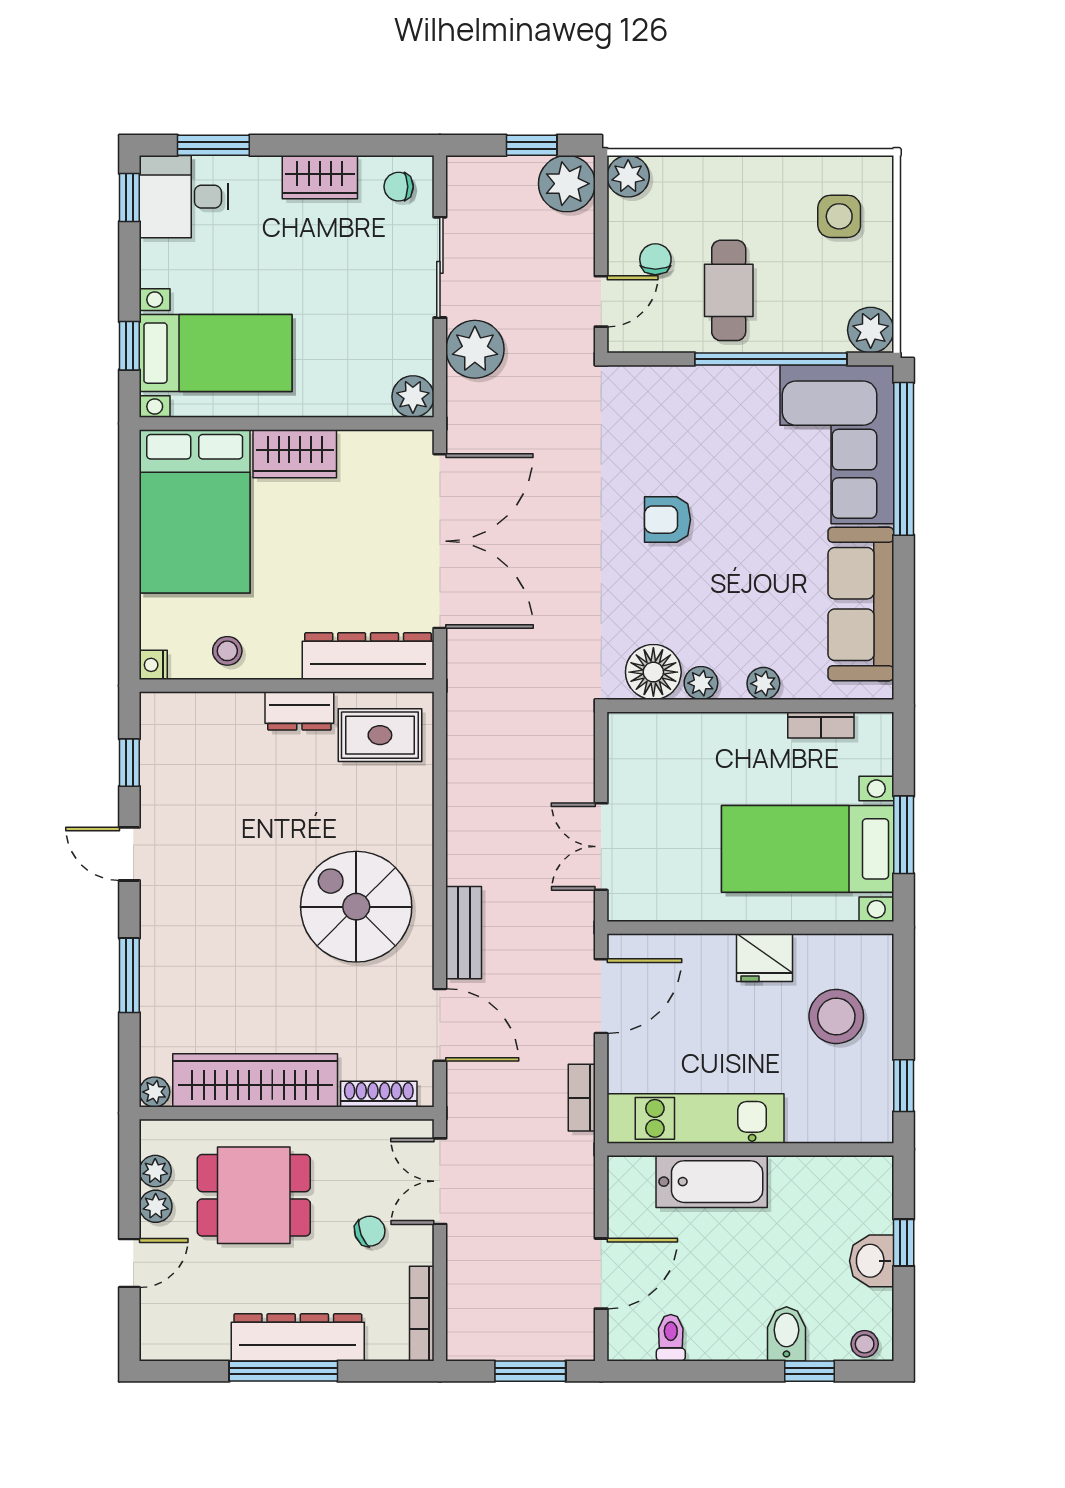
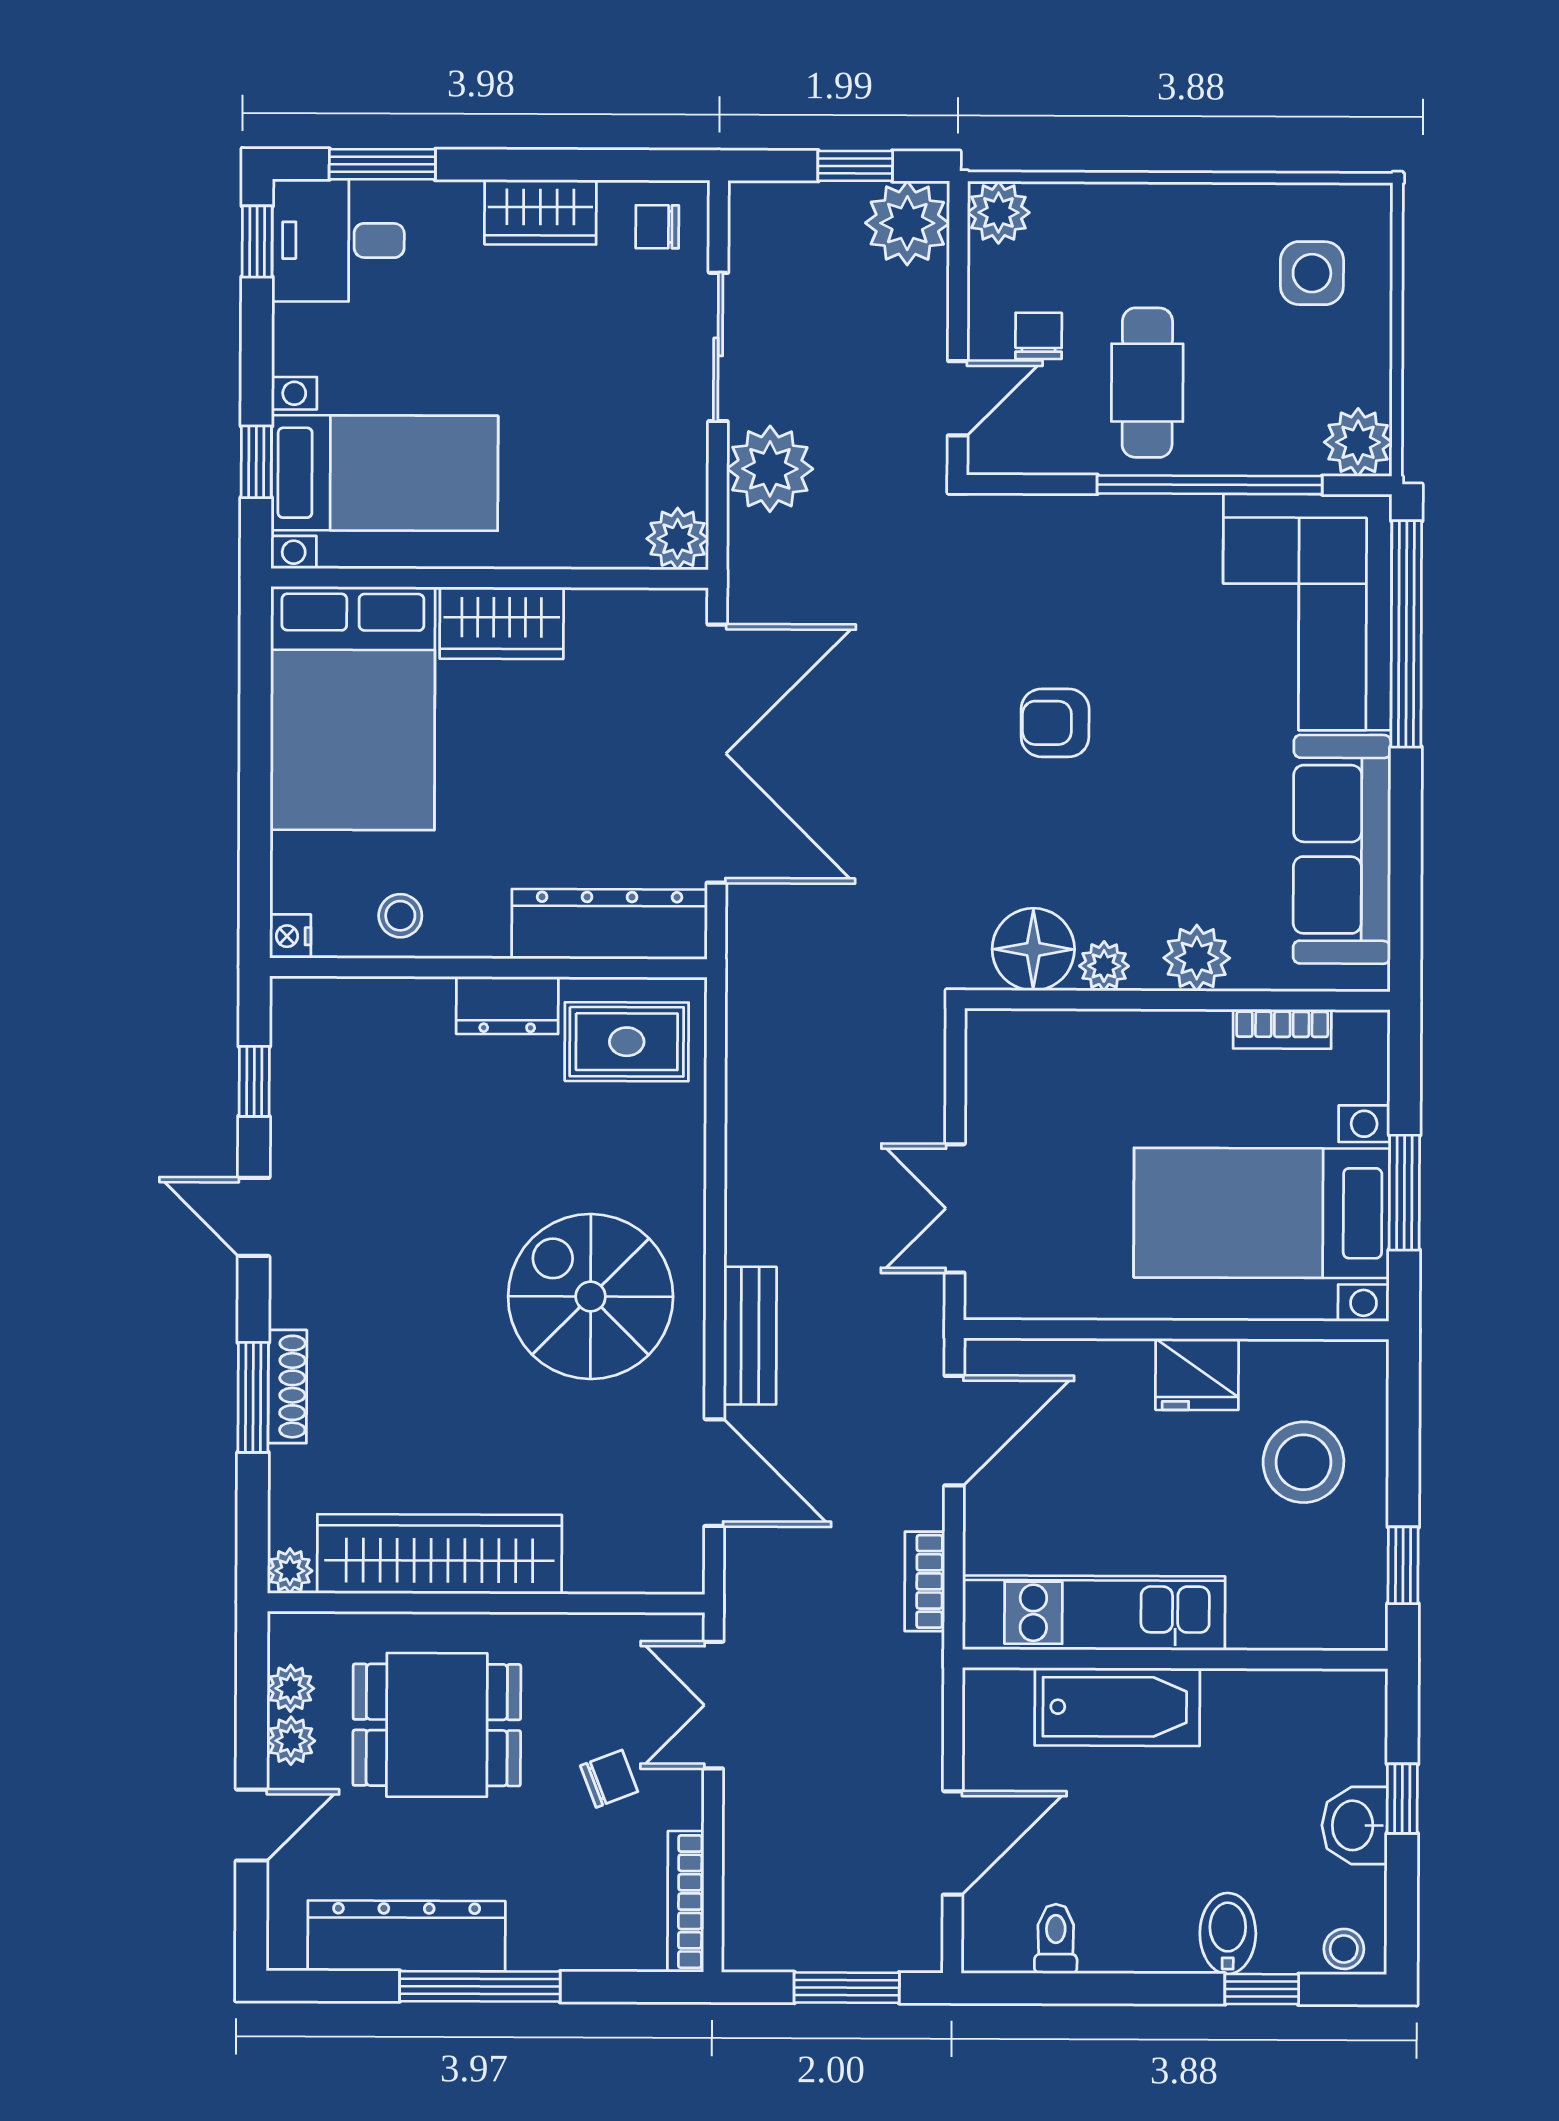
plant: (763, 684) -> (1197, 958), width x1.38, depth x1.38
shoe rack: (379, 1094) -> (287, 1387), moved, turned 90
dresser: (298, 1337) -> (406, 1936), moved

